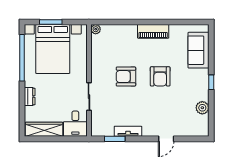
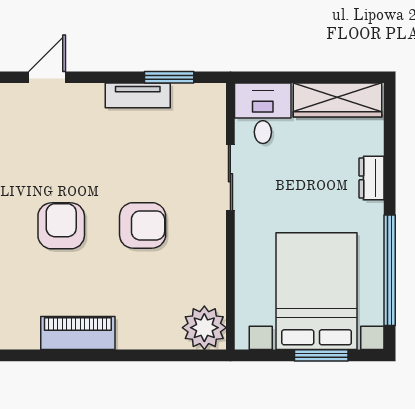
plant: (96, 29) -> (204, 328), width x1.87, depth x1.87

